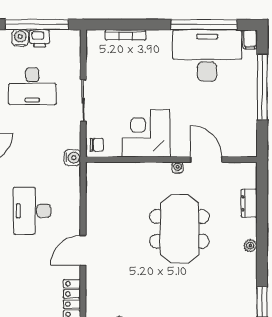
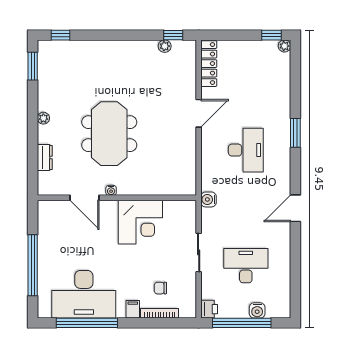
printer: (40, 38) -> (209, 309), moved, turned 90
filing cabinet: (250, 39) -> (133, 309), moved
chair: (97, 145) -> (160, 288), moved

